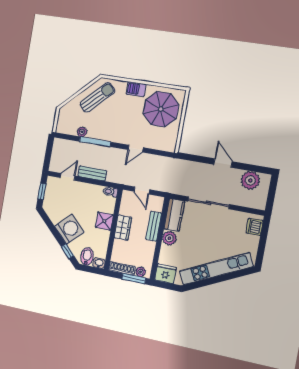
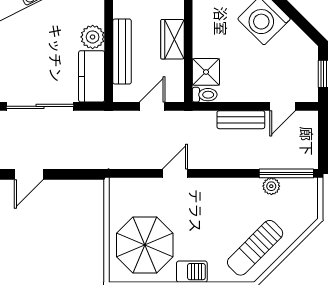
window: (95, 142) -> (286, 173), moved
door: (223, 163) -> (29, 174), hinge flipped
door: (142, 191) -> (152, 106), hinge flipped
shower: (104, 221) -> (206, 72), moved
bench: (154, 226) -> (122, 52), width x1.36

